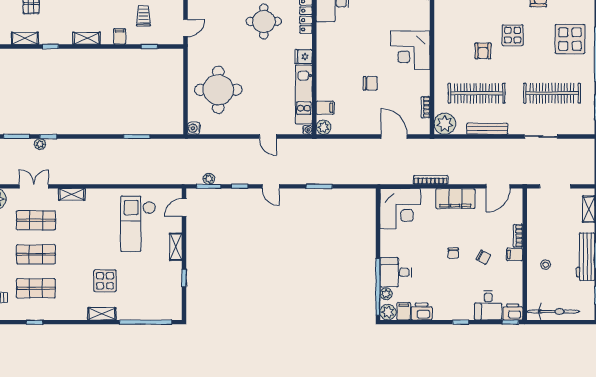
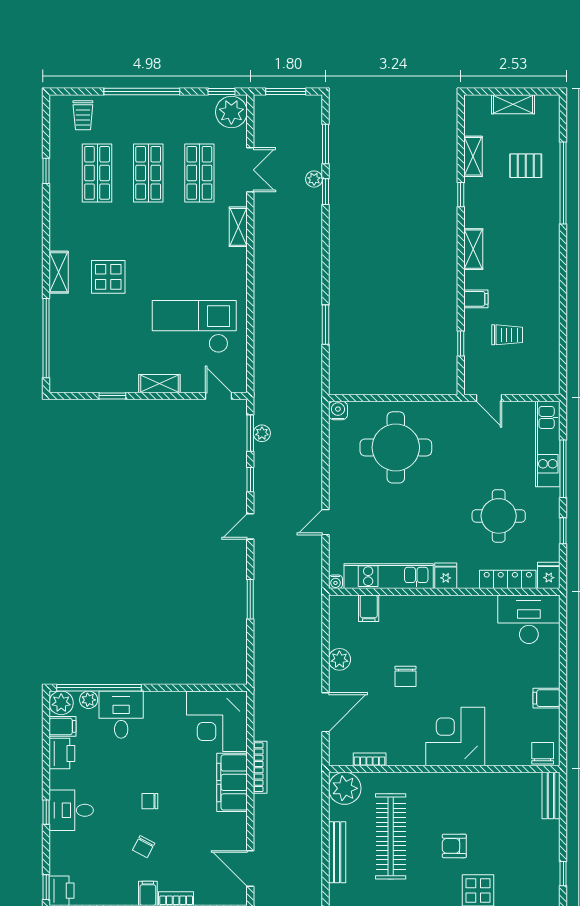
plant: (324, 127) -> (339, 659), moved
filing cabinet: (455, 199) -> (232, 782), moved
desk: (488, 305) -> (71, 810), moved

